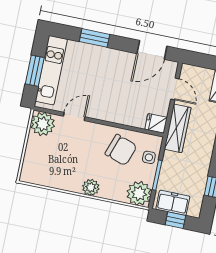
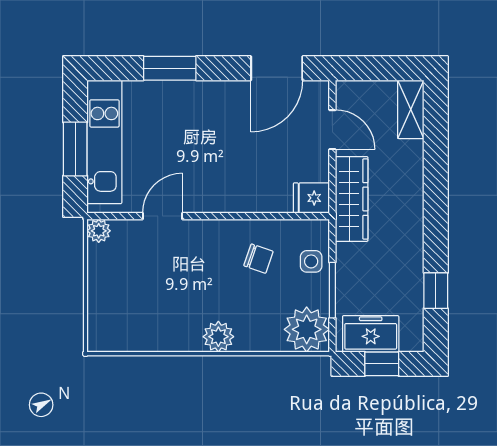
plant: (43, 124) -> (99, 231), width x0.53, depth x0.53
chair: (121, 150) -> (258, 259), width x0.54, depth x0.54

